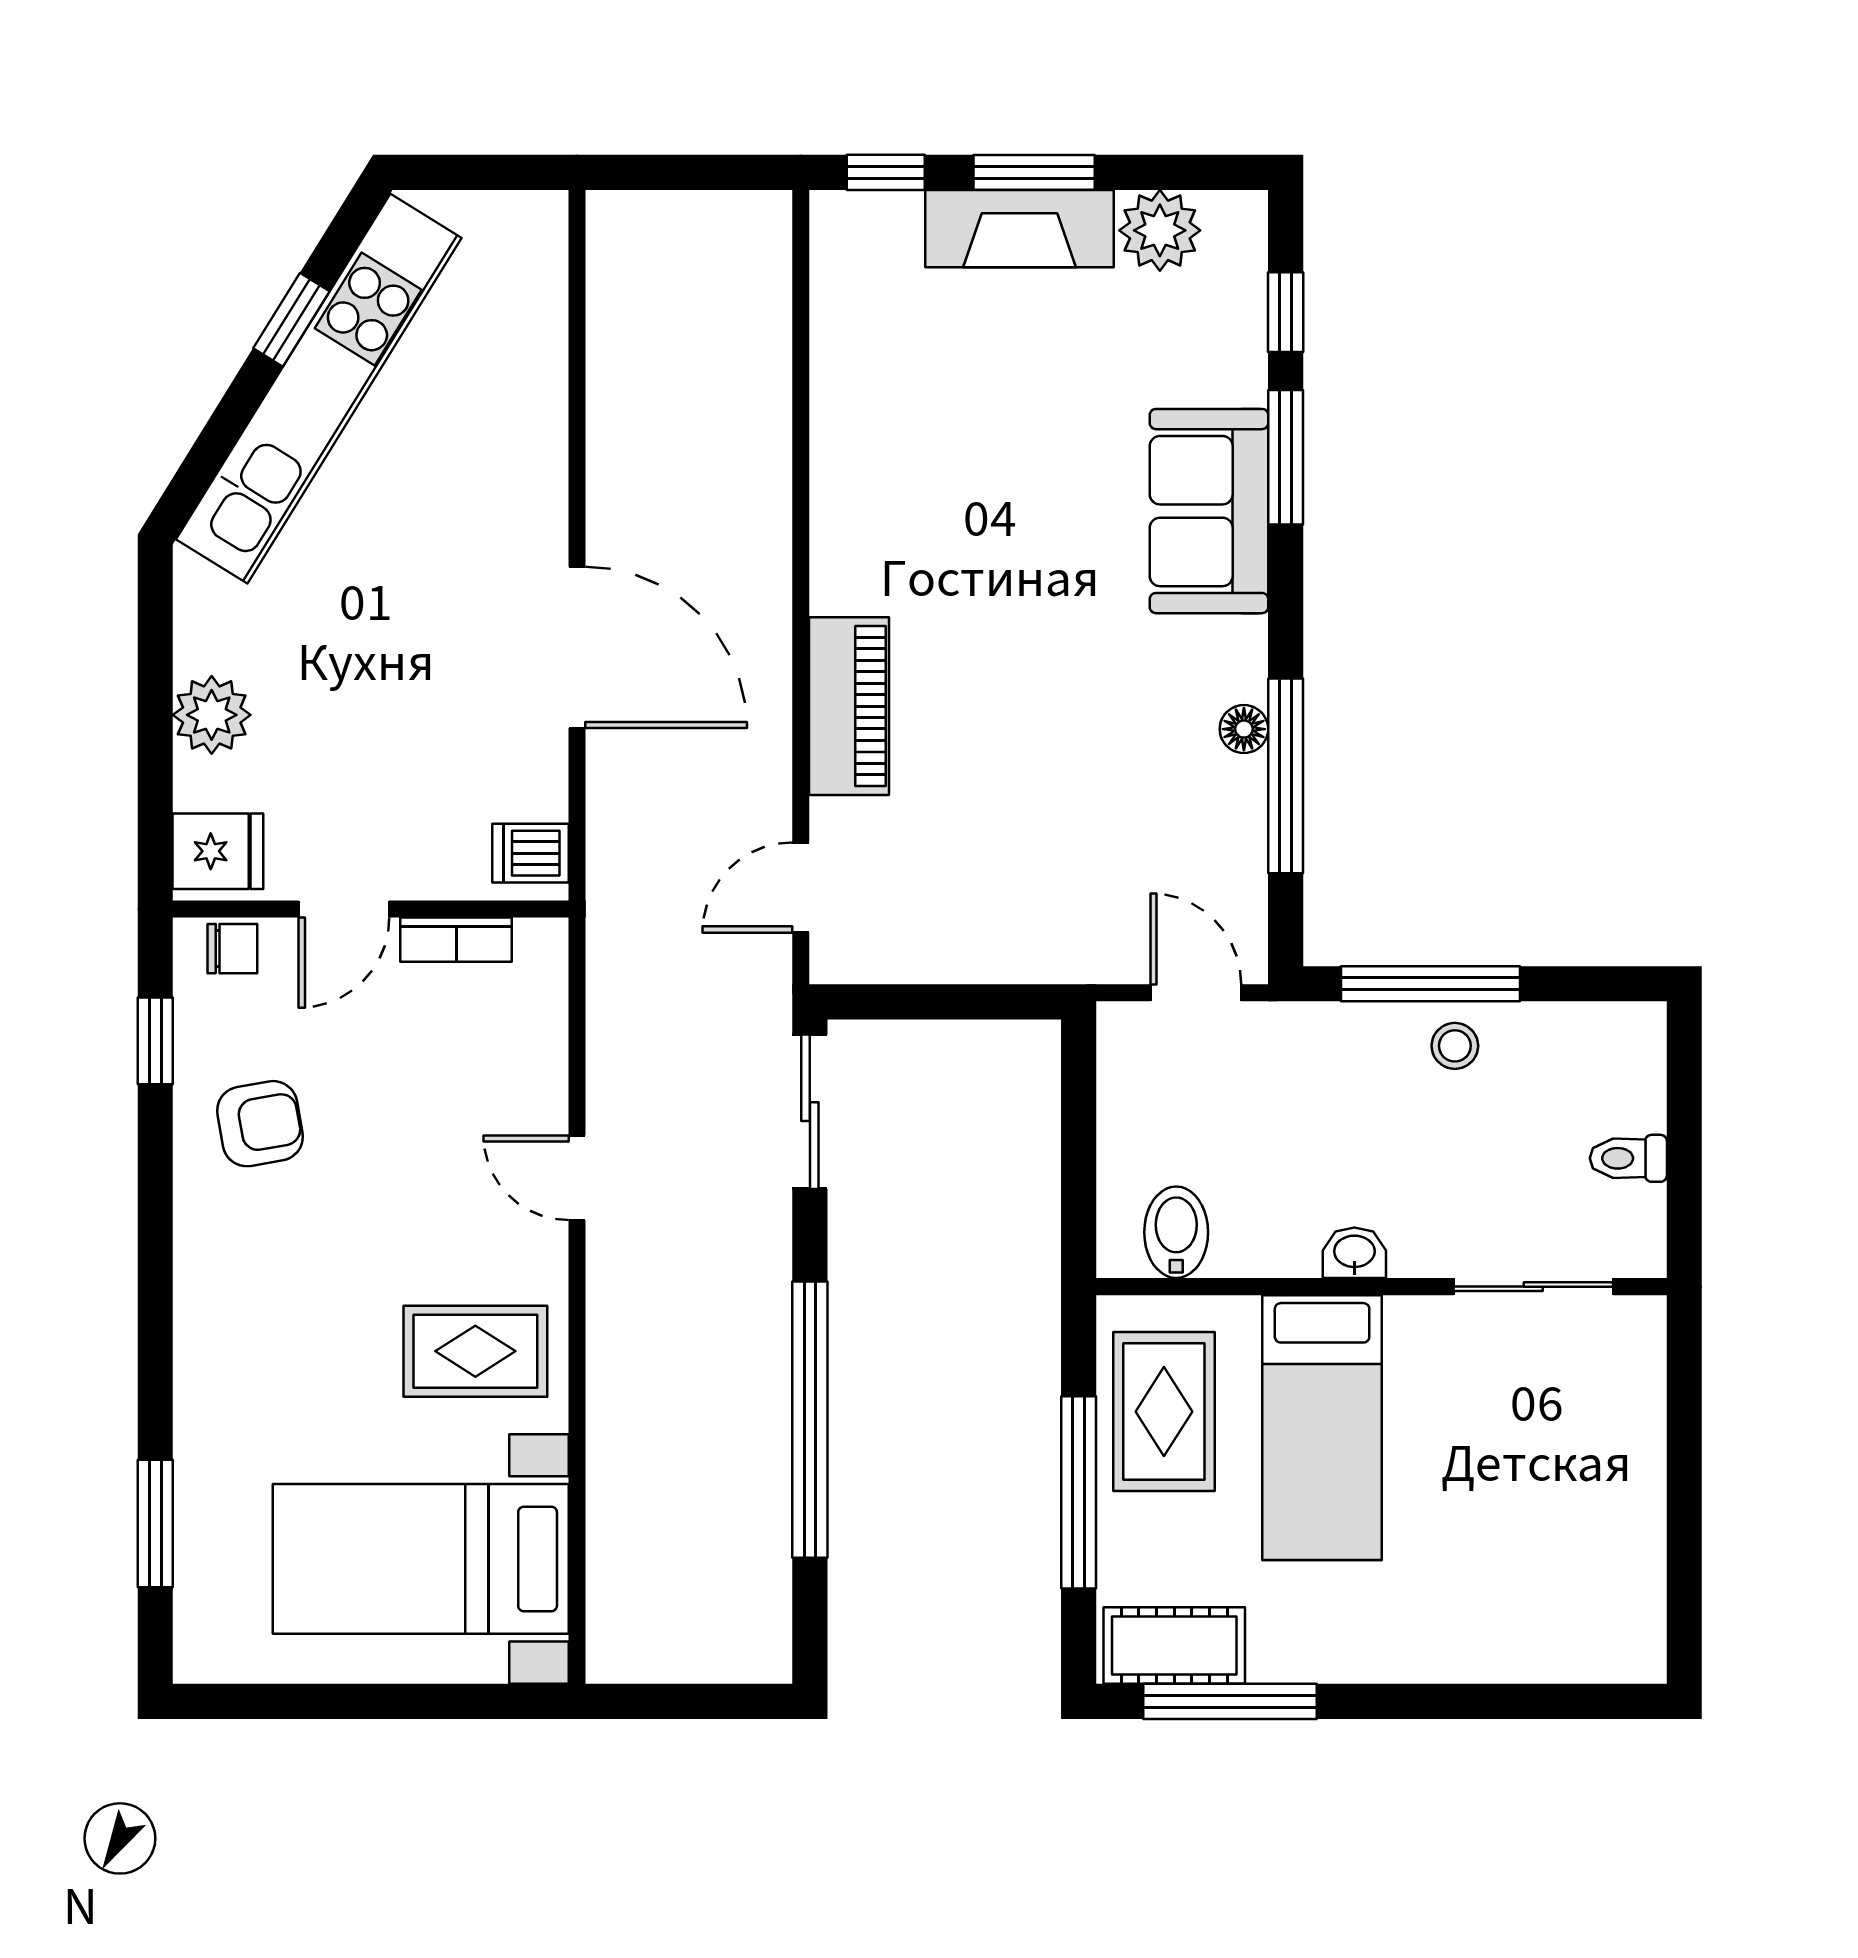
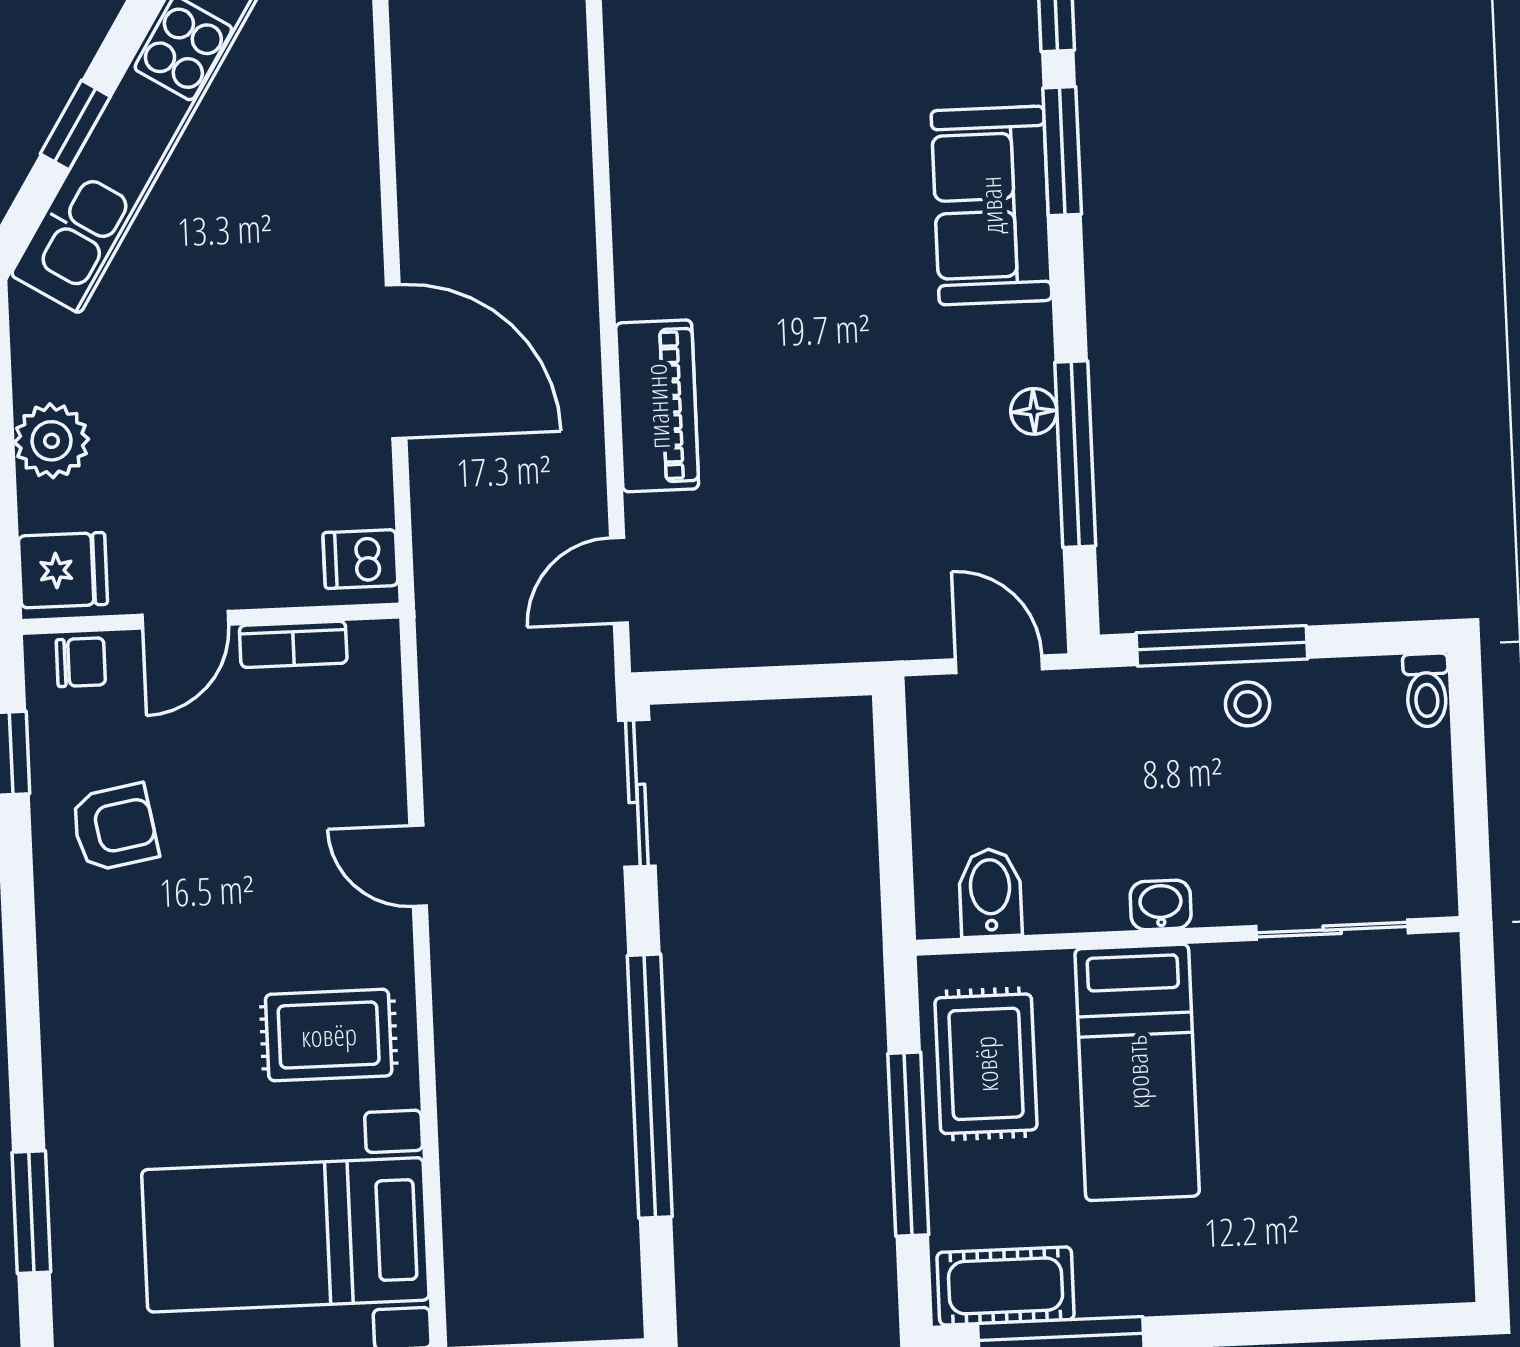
window: (291, 320) -> (75, 125), moved
toilet: (1628, 1158) -> (1426, 690), moved, turned -90

